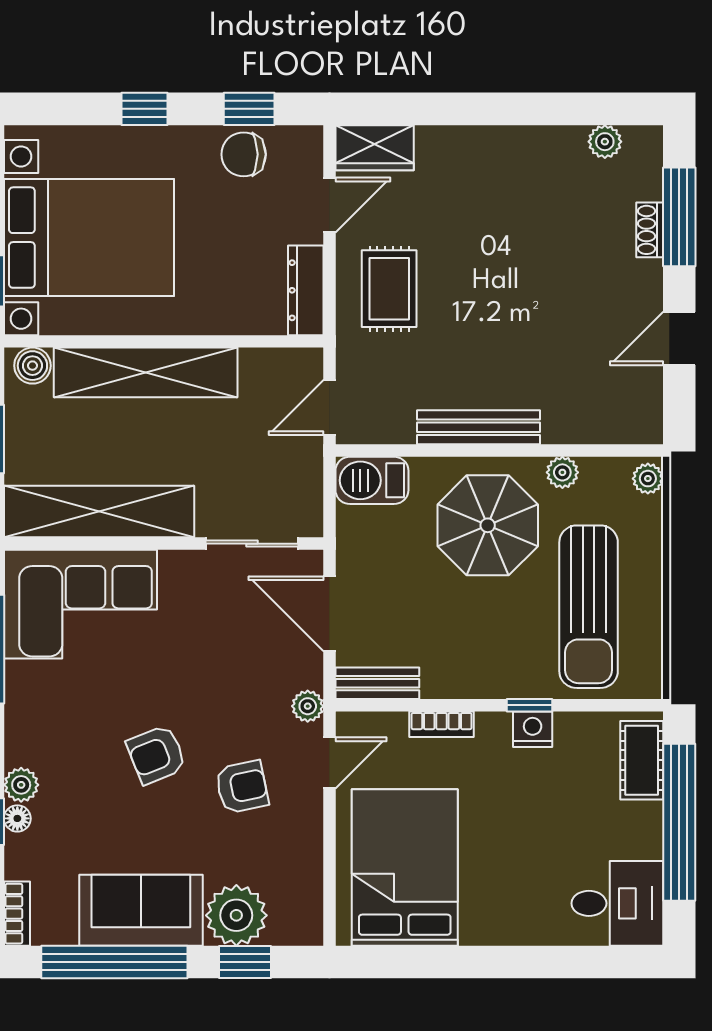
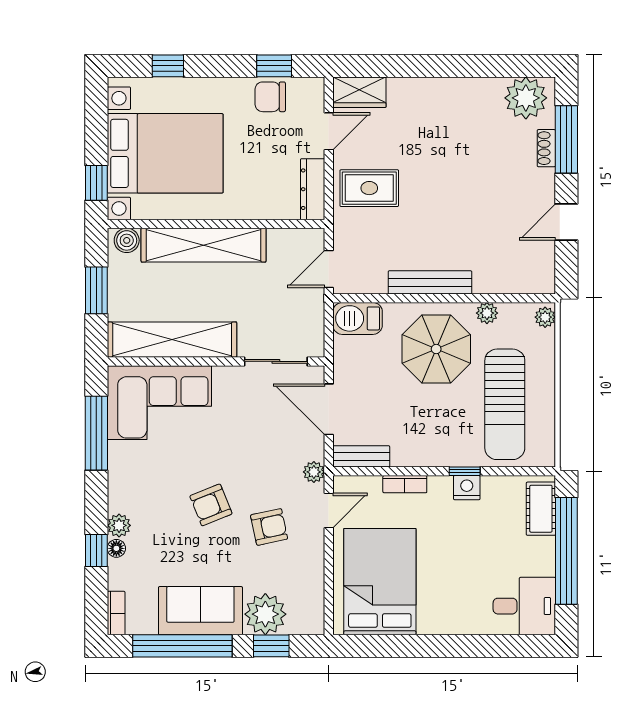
window: (144, 109) -> (168, 66), moved
plant: (605, 142) -> (526, 98), width x1.88, depth x1.88
rug: (389, 289) -> (369, 188), turned 90

